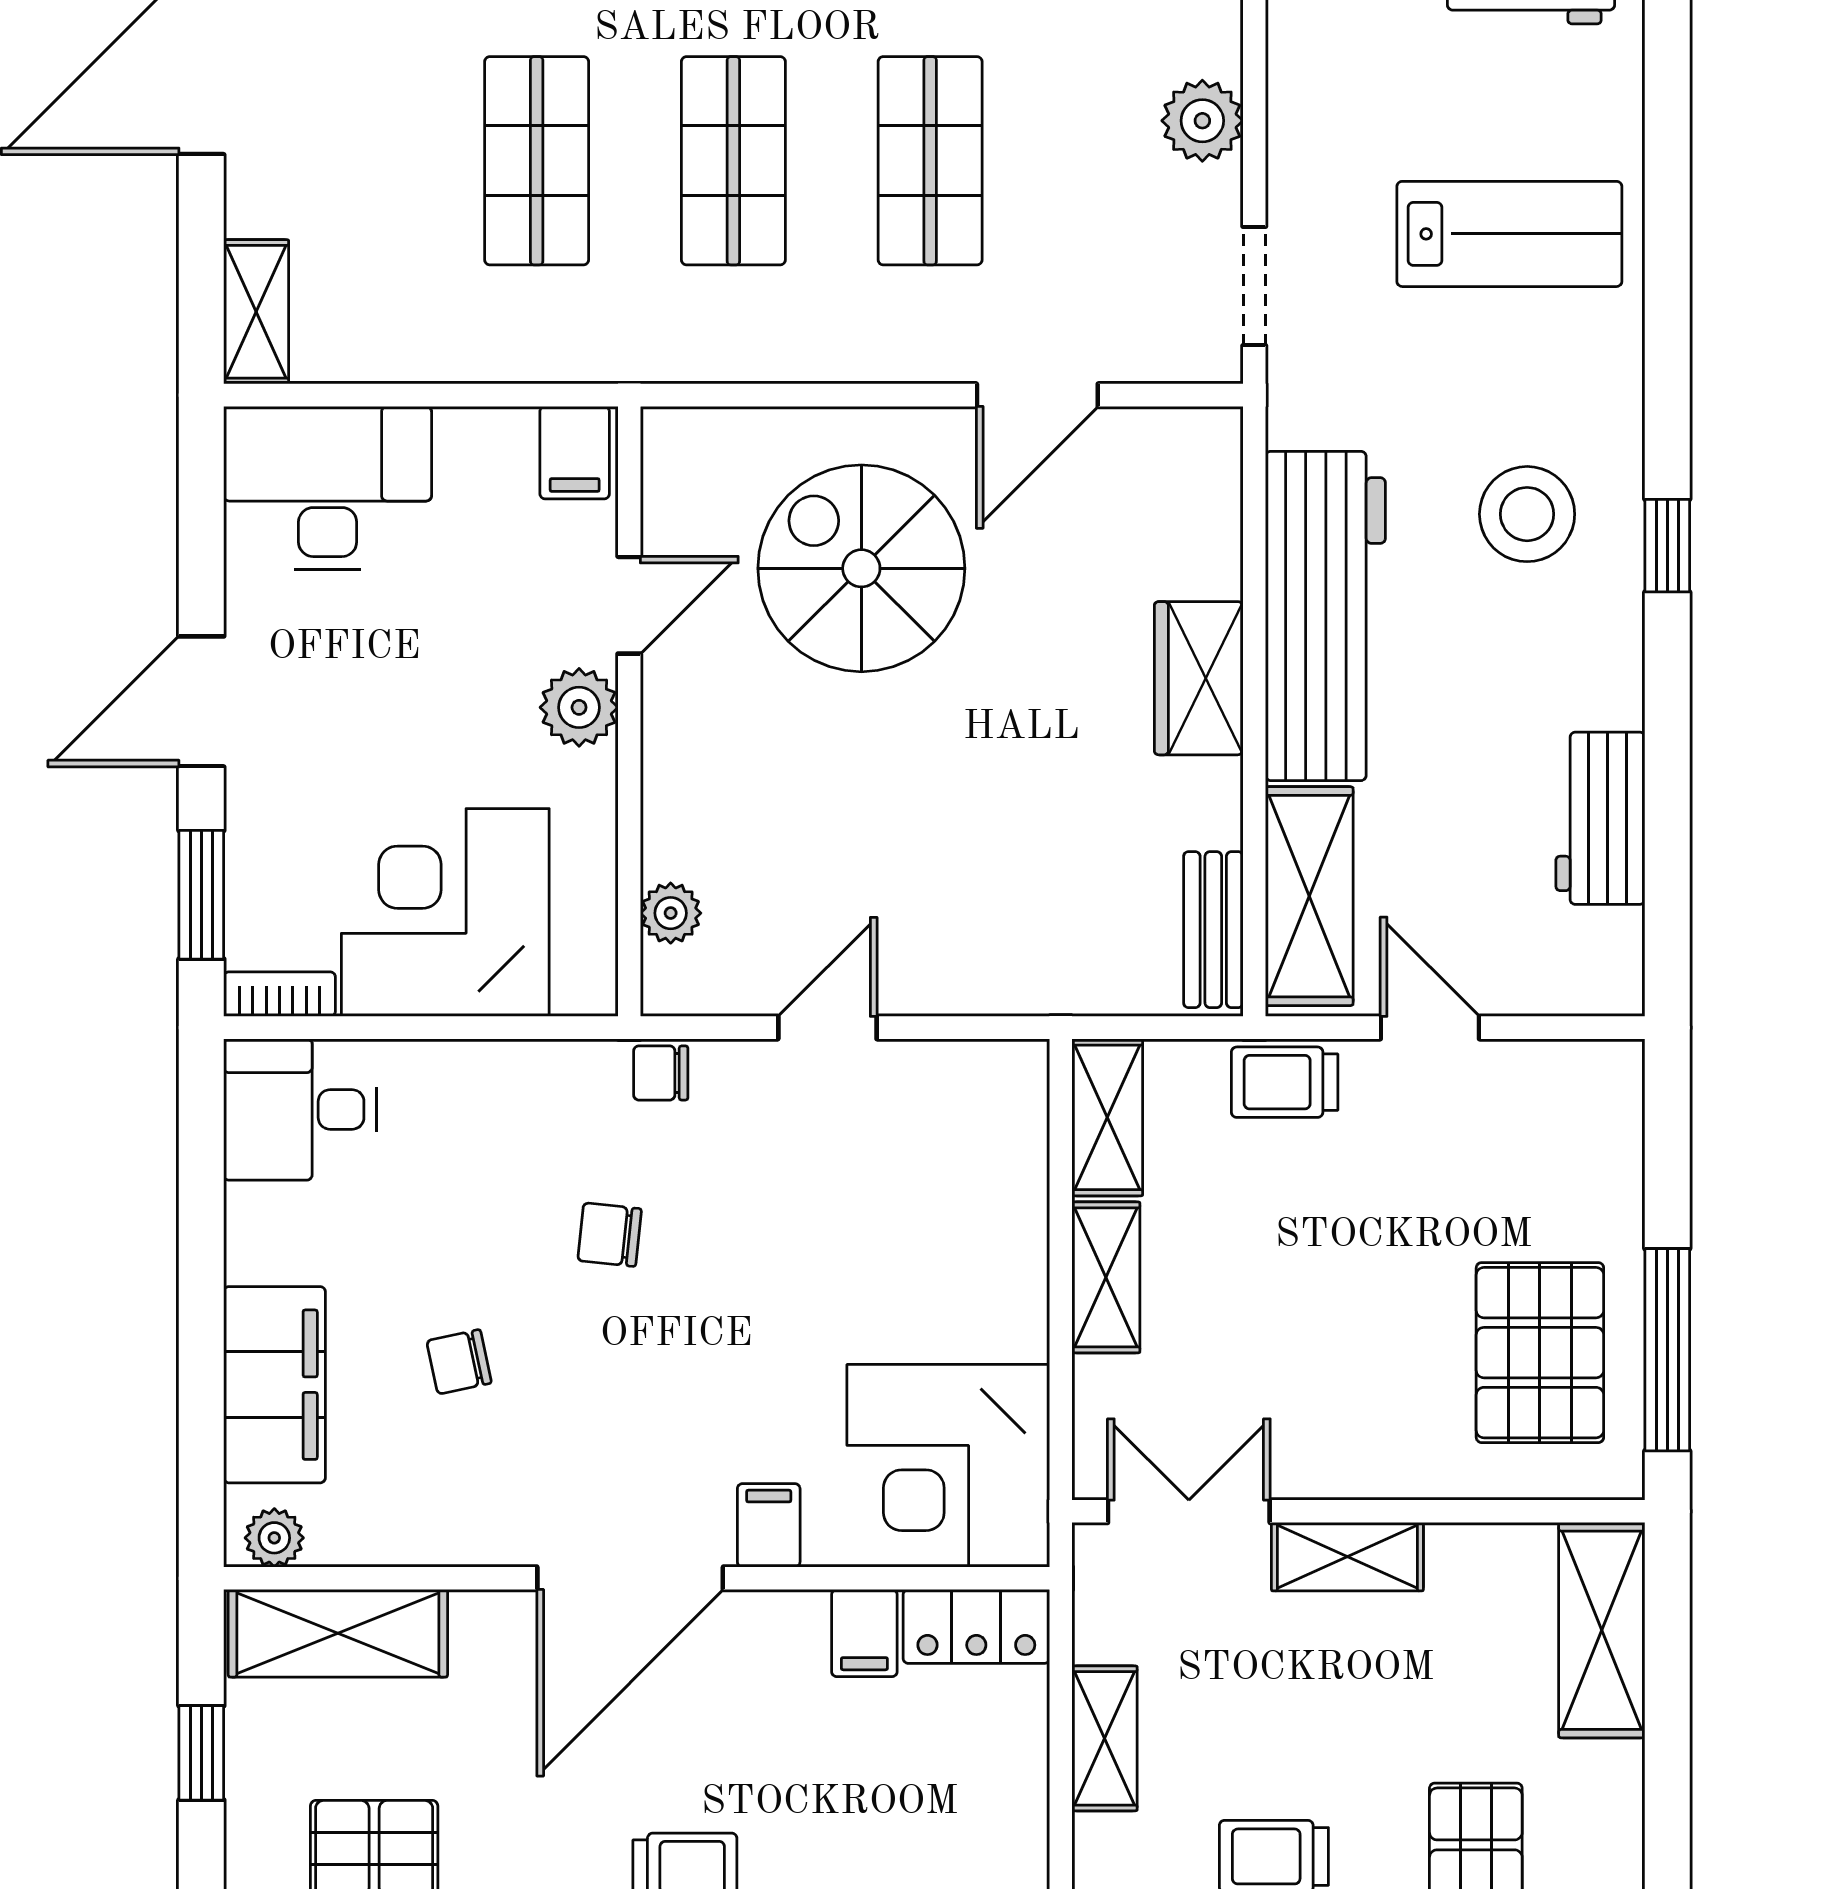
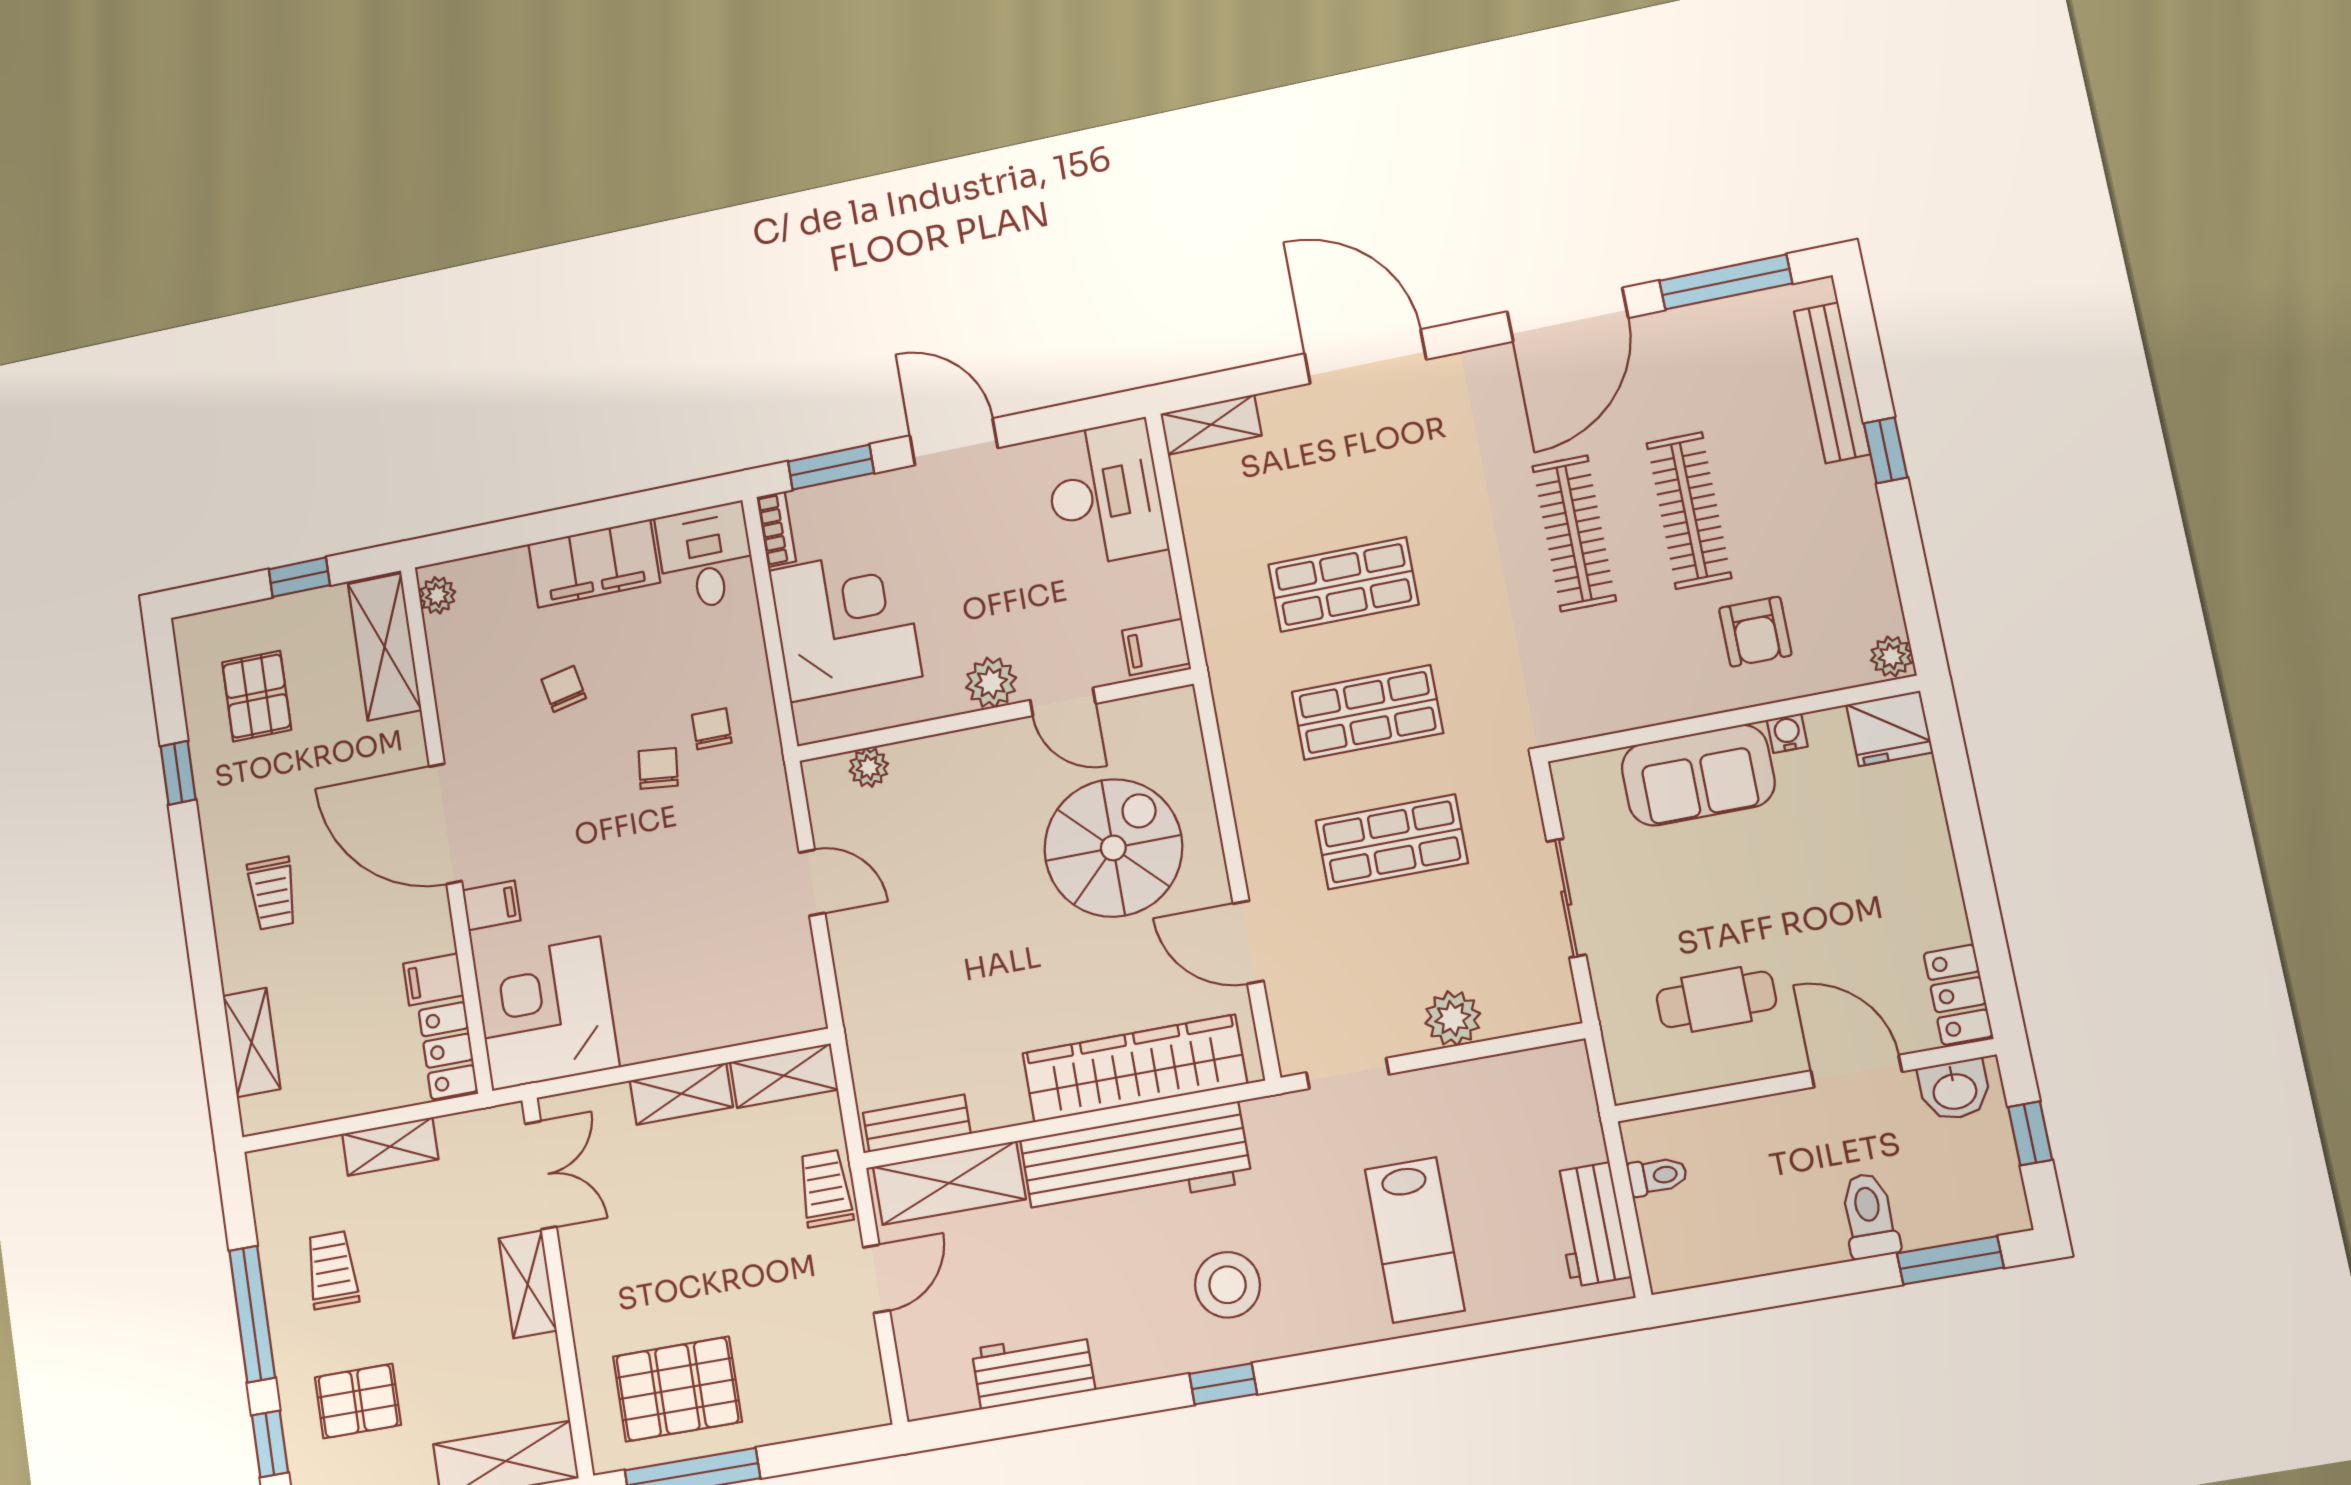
wardrobe: (1199, 678) -> (1135, 1068), width x2.10, depth x1.17
chair: (661, 1073) -> (712, 729), moved
filing cabinet: (275, 1385) -> (594, 563), moved

